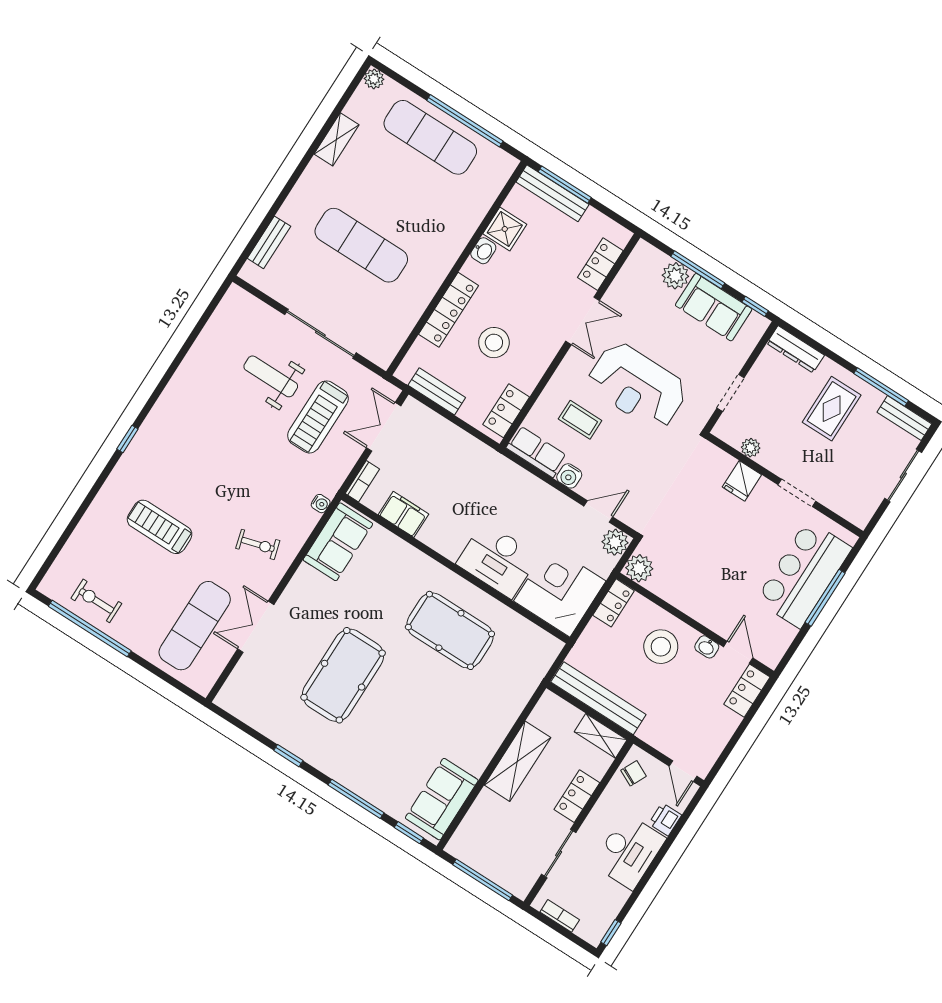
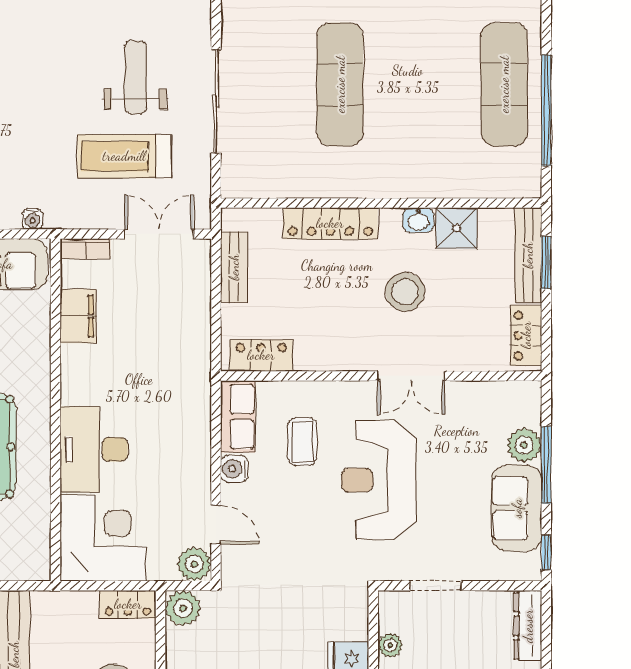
window: (565, 185) -> (546, 262), width x0.69
locker: (600, 264) -> (526, 335), moved, turned -90
stool: (494, 343) -> (405, 292), moved

